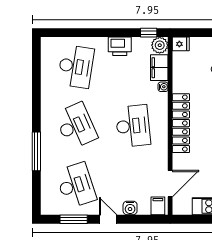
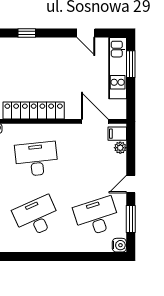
window: (36, 151) -> (62, 257), removed
water cooler: (130, 208) -> (119, 245), moved
plant: (144, 209) -> (120, 148), added

